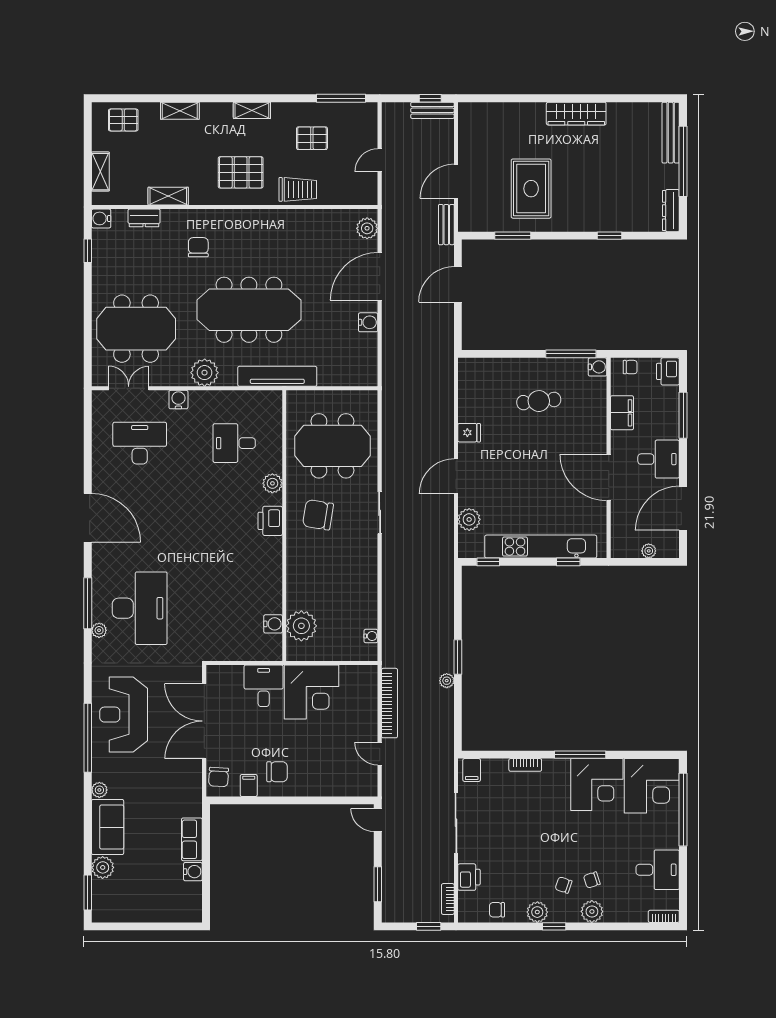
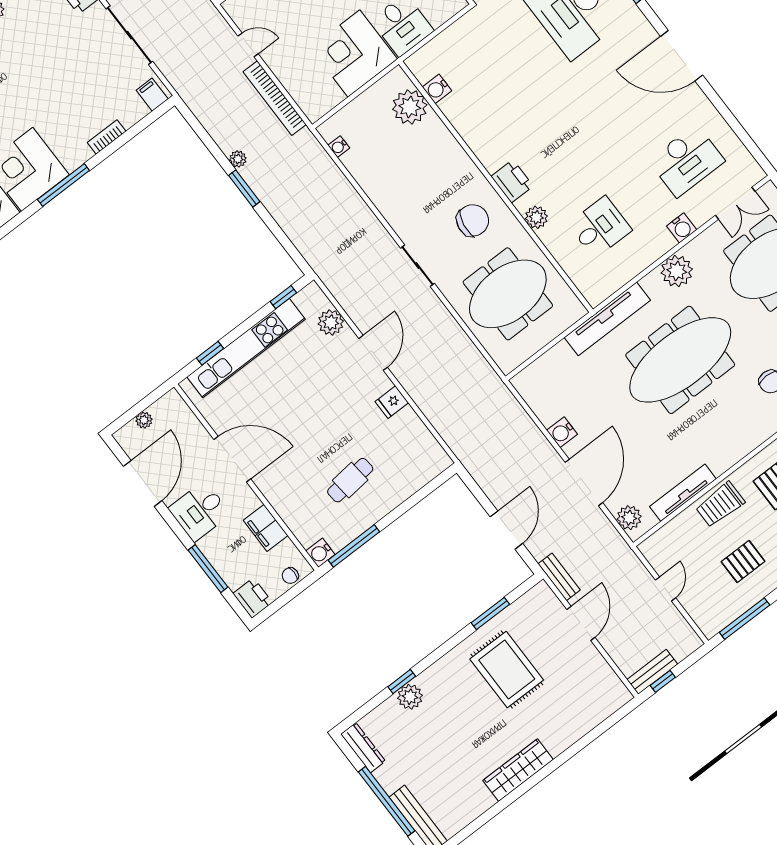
tv unit: (317, 217) -> (683, 493), added
plant: (612, 221) -> (410, 697), added

